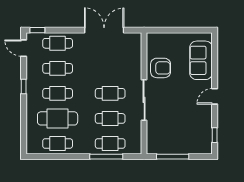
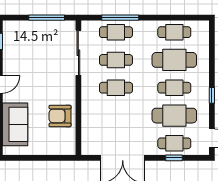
window: (37, 30) -> (174, 158), moved
cafe table: (58, 68) -> (174, 116), width x1.37, depth x1.35
sliding door: (144, 100) -> (78, 53), moved

